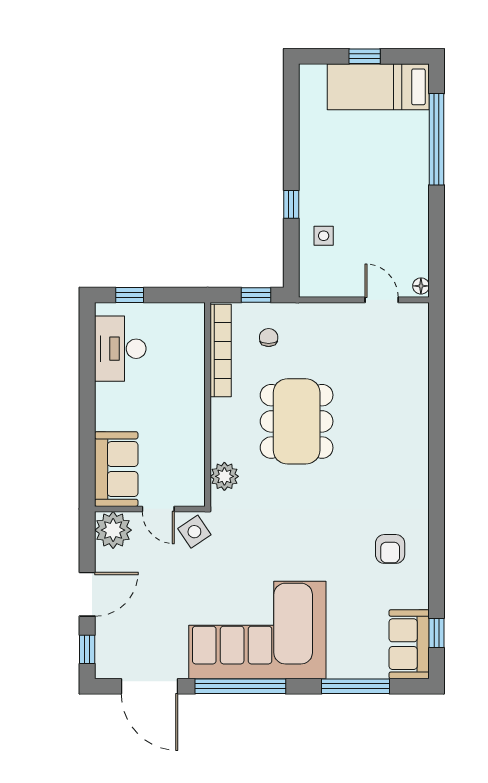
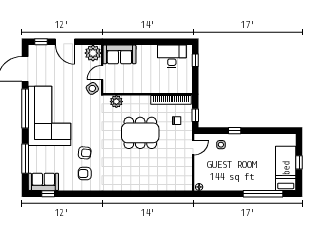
door: (382, 300) -> (193, 147), moved
armchair: (342, 549) -> (85, 153), added

